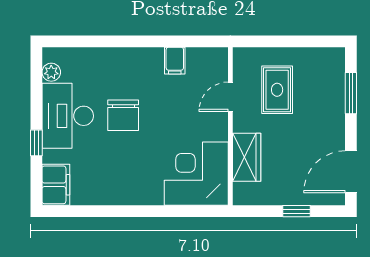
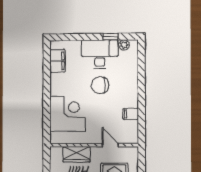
window: (36, 143) -> (110, 37), moved
corner desk: (196, 174) -> (67, 114), moved
filing cabinet: (56, 185) -> (58, 61), moved, turned -90

